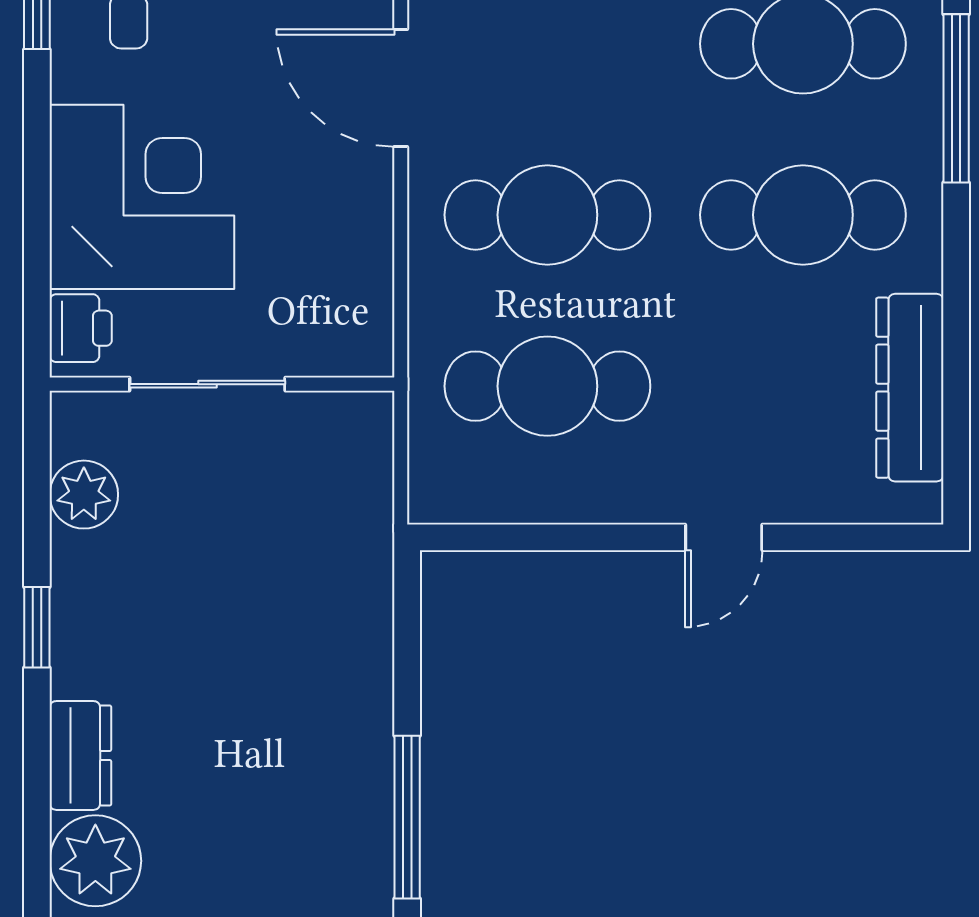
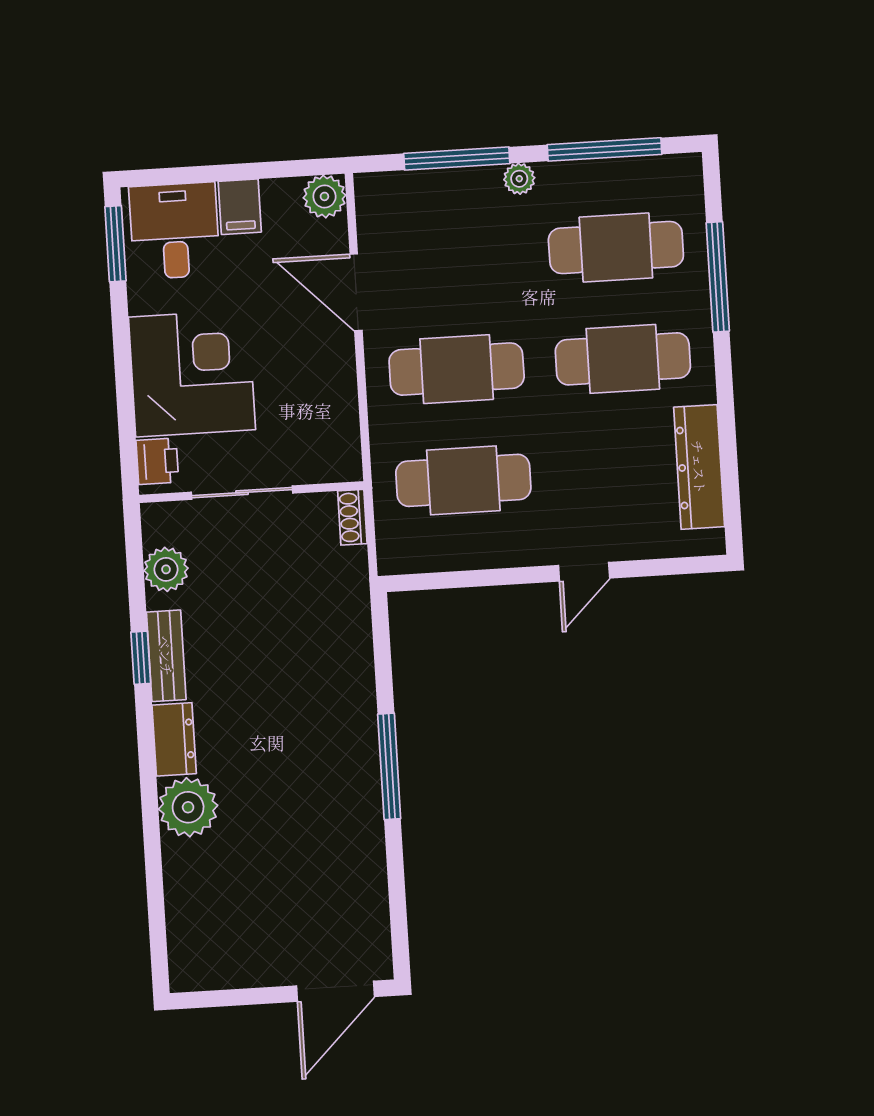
shoe rack: (374, 432) -> (352, 517), added
bench: (76, 627) -> (166, 656), added

